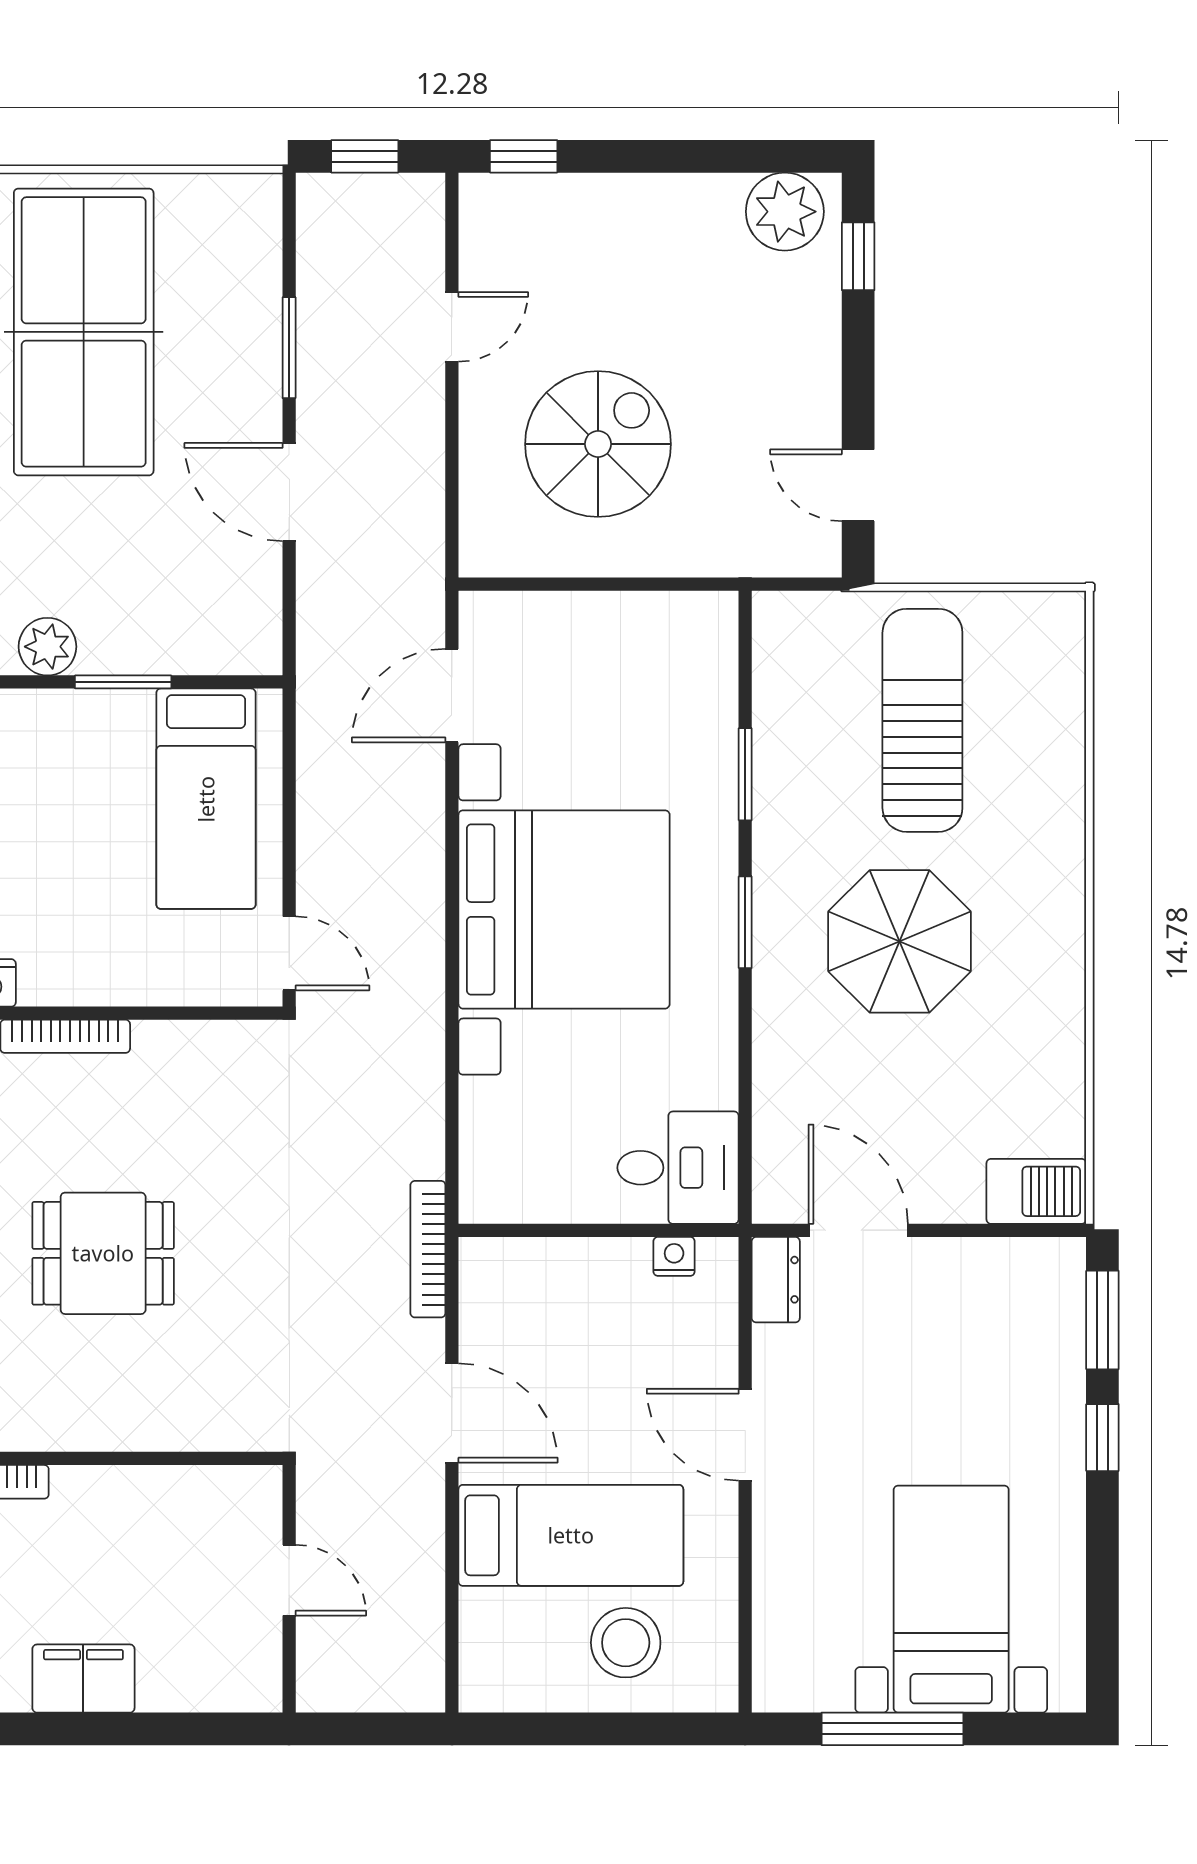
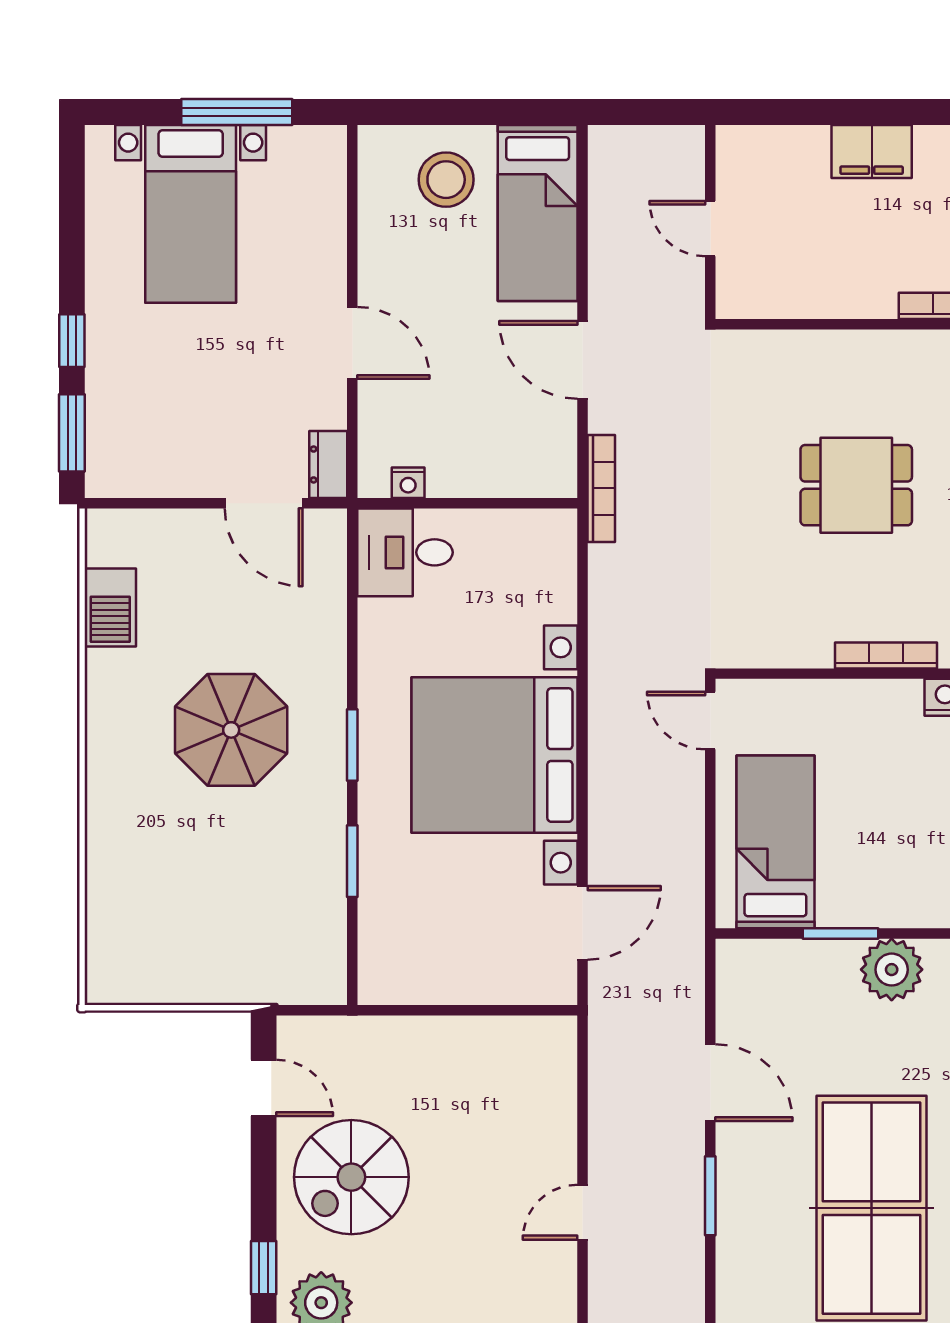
spiral stairs: (598, 444) -> (351, 1177), moved
plant: (47, 647) -> (892, 970), width x1.36, depth x1.36
sun lounger: (922, 720) -> (213, 903), removed
barbecue: (1036, 1191) -> (110, 608), moved, turned -90
bed: (571, 1535) -> (538, 213), moved, turned -90

